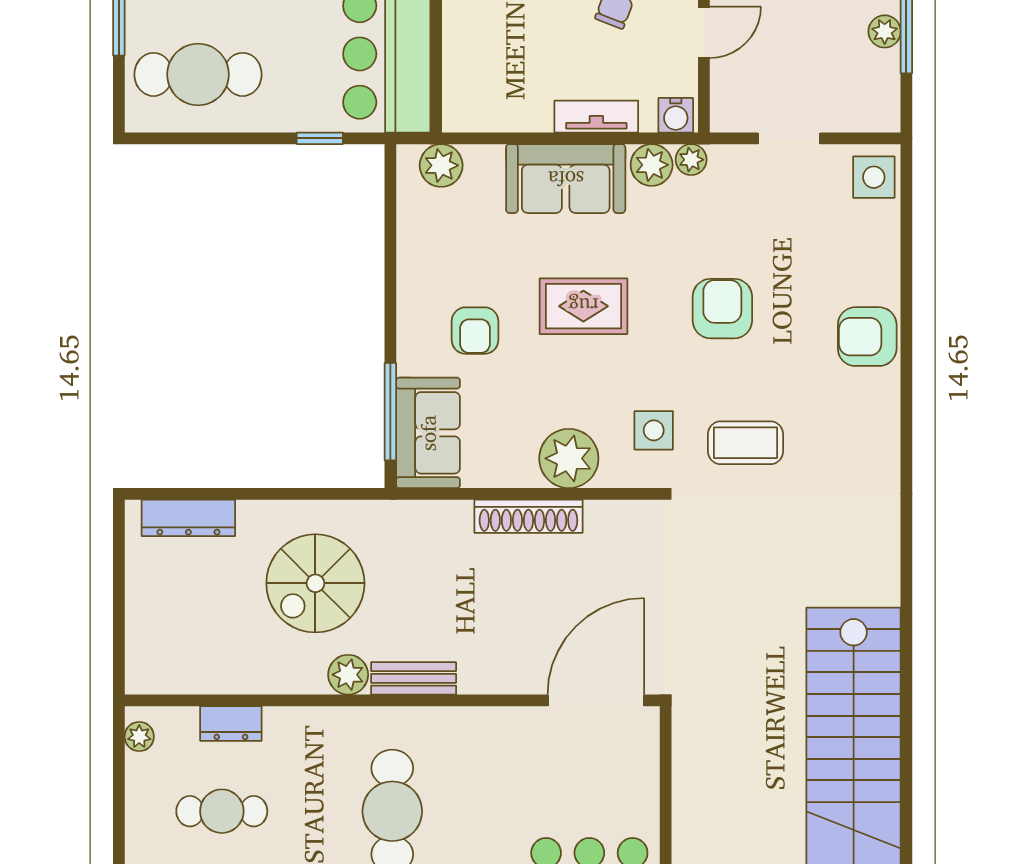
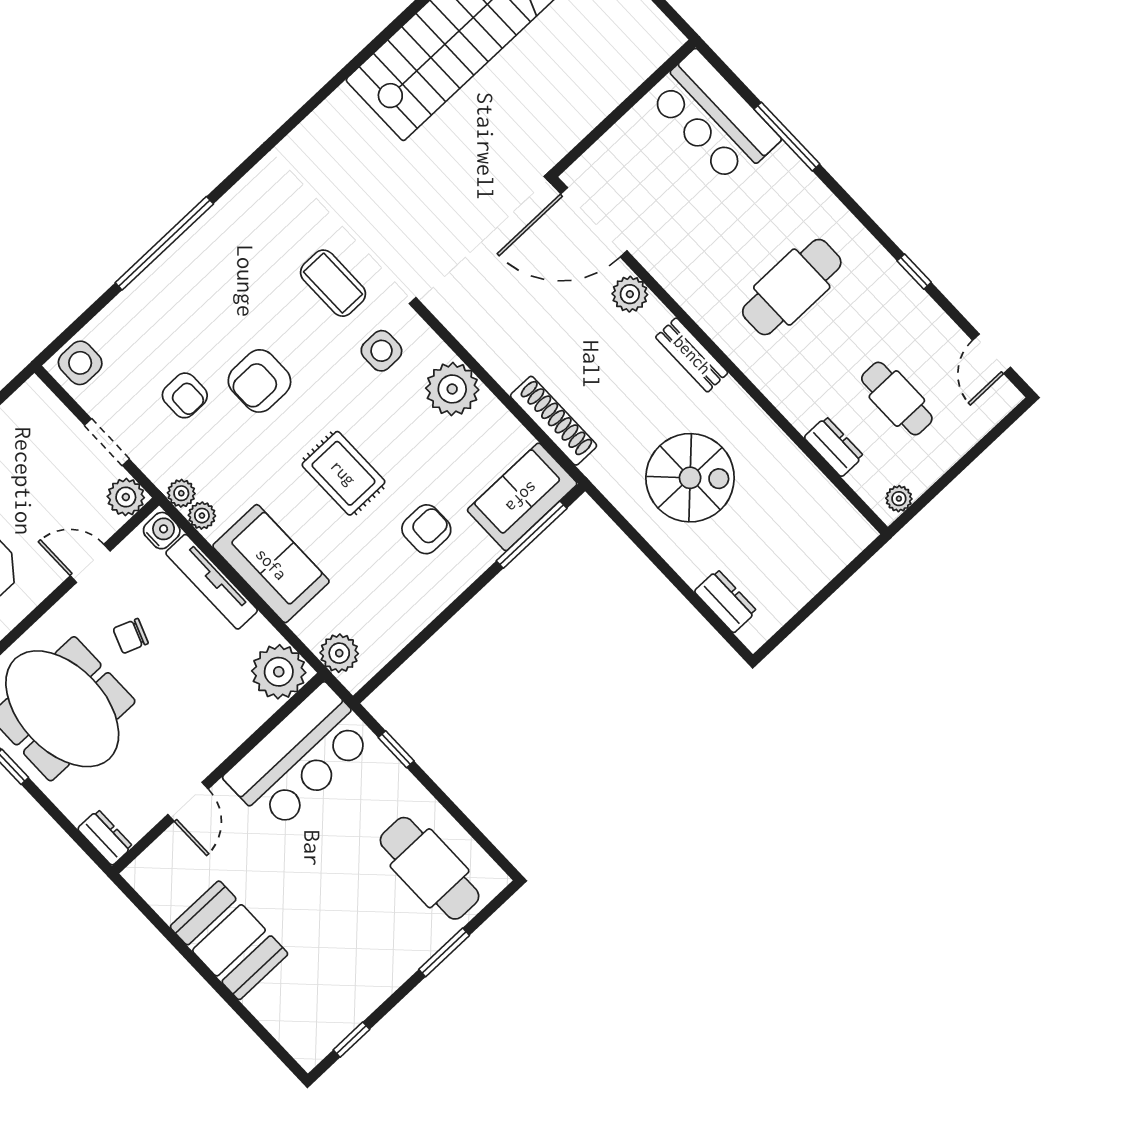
plant: (472, 102) -> (279, 672), added
plant: (730, 112) -> (126, 497), added
tv unit: (596, 117) -> (212, 582), width x1.41
plant: (652, 165) -> (202, 516), width x0.73, depth x0.73
armchair: (867, 337) -> (185, 395), moved, width x0.72, depth x0.72
window: (906, 337) -> (164, 243), added
shoe rack: (528, 516) -> (554, 421), moved
dresser: (188, 518) -> (726, 601), width x0.70
plant: (348, 675) -> (630, 294), moved

